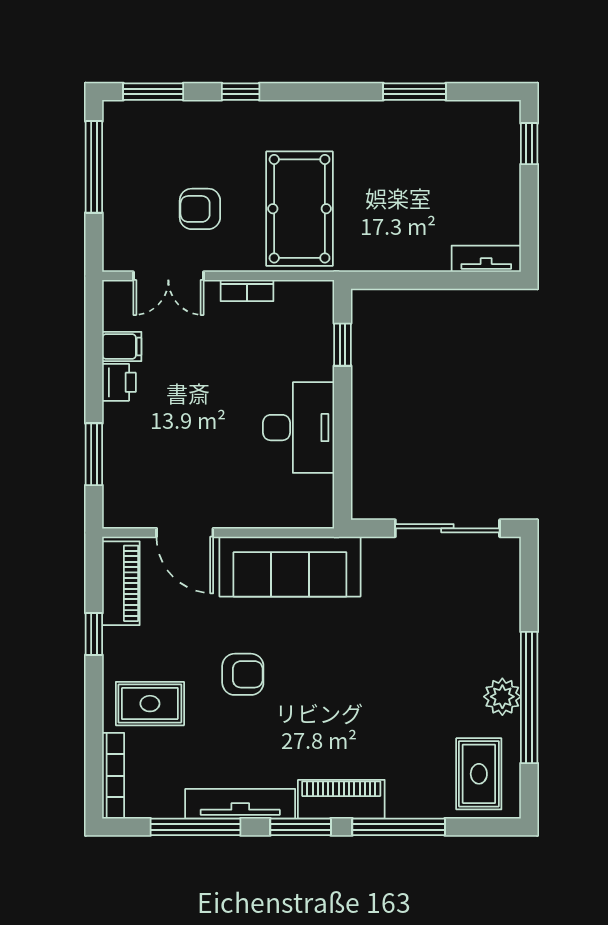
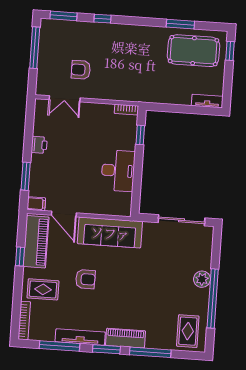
pool table: (300, 209) -> (194, 51), moved, turned 90
bookcase: (247, 291) -> (126, 110), moved
filing cabinet: (122, 347) -> (36, 204), moved
piano: (121, 583) -> (36, 242), width x1.37, depth x1.33
plant: (502, 697) -> (202, 279), moved

